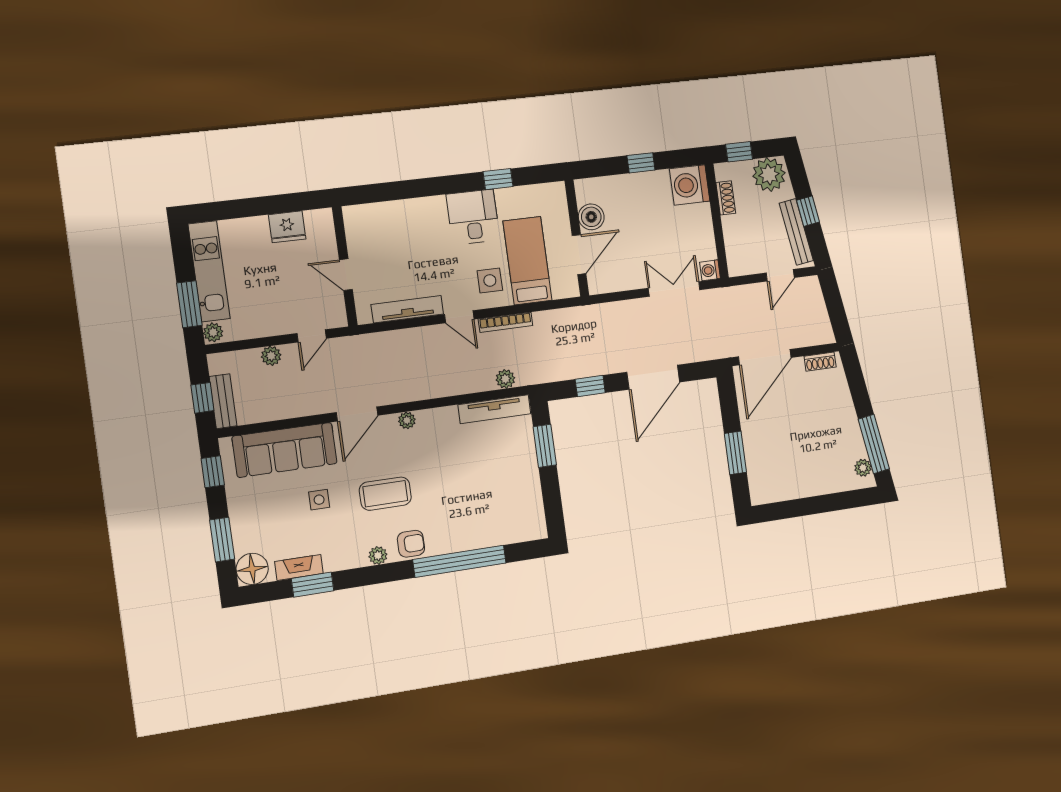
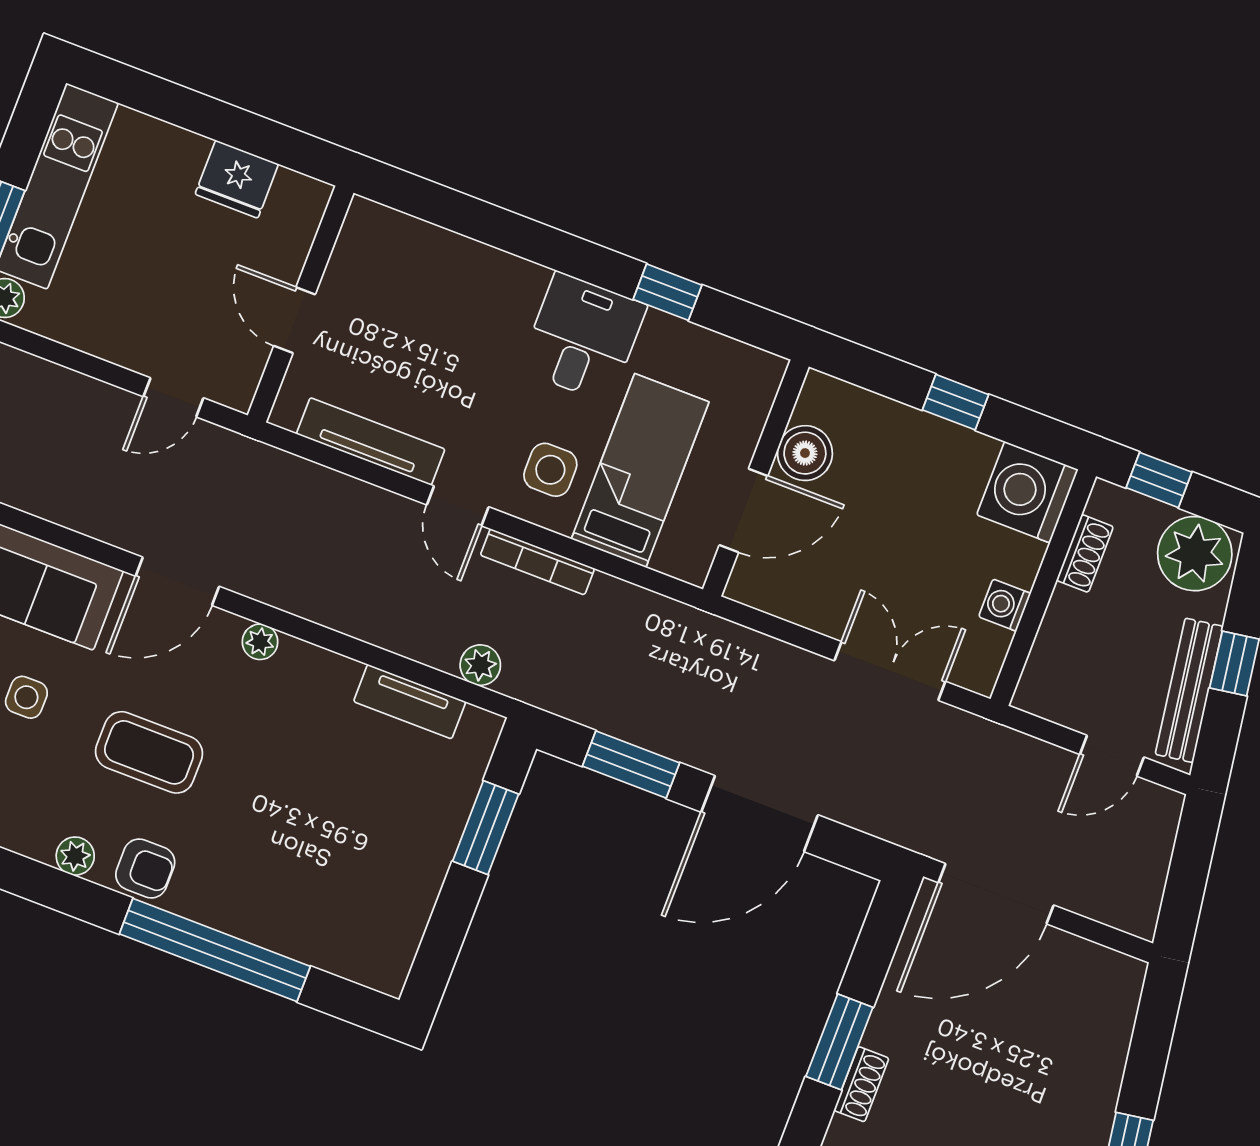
washing machine: (710, 270) -> (1005, 605), moved
plant: (271, 356) -> (83, 394), removed
shoe rack: (820, 362) -> (861, 1084), moved, turned -90
window: (590, 386) -> (631, 765), width x1.50
tv unit: (494, 409) -> (410, 702), width x0.71

